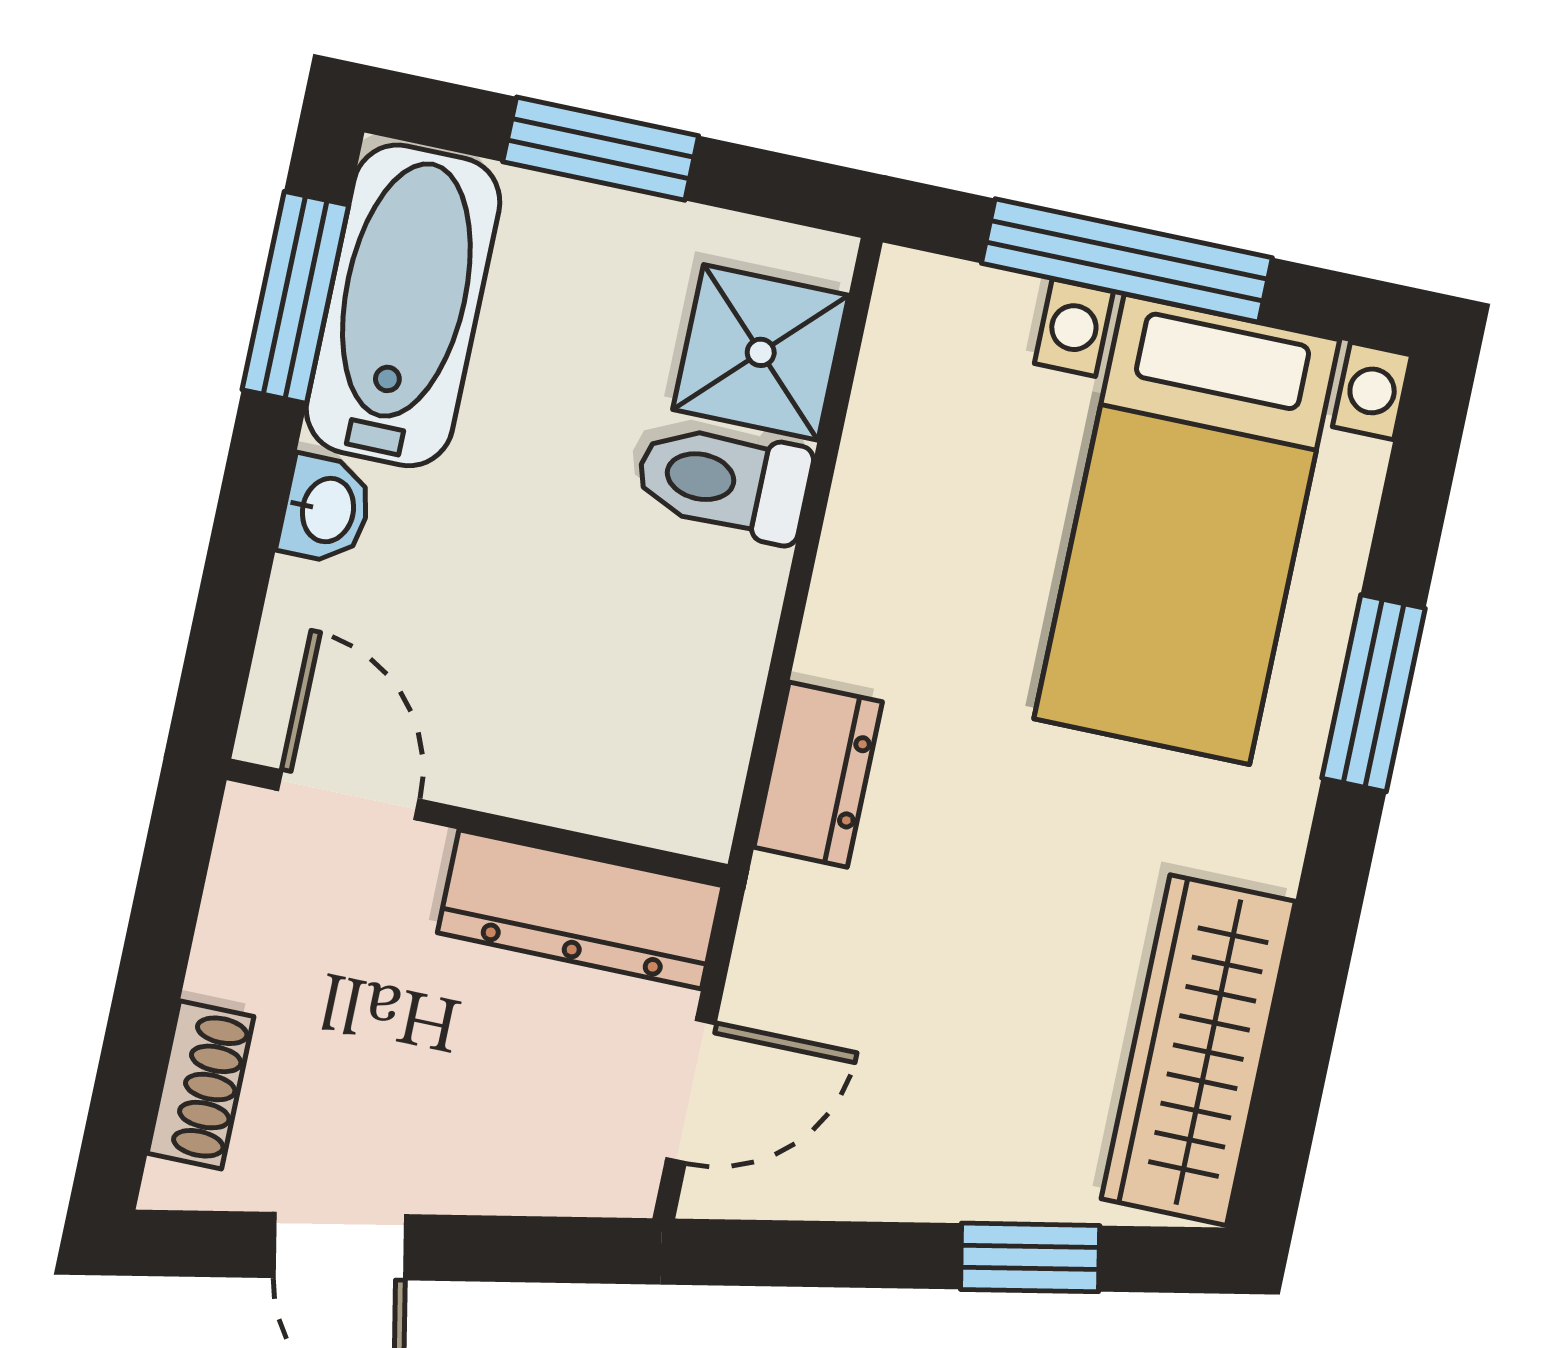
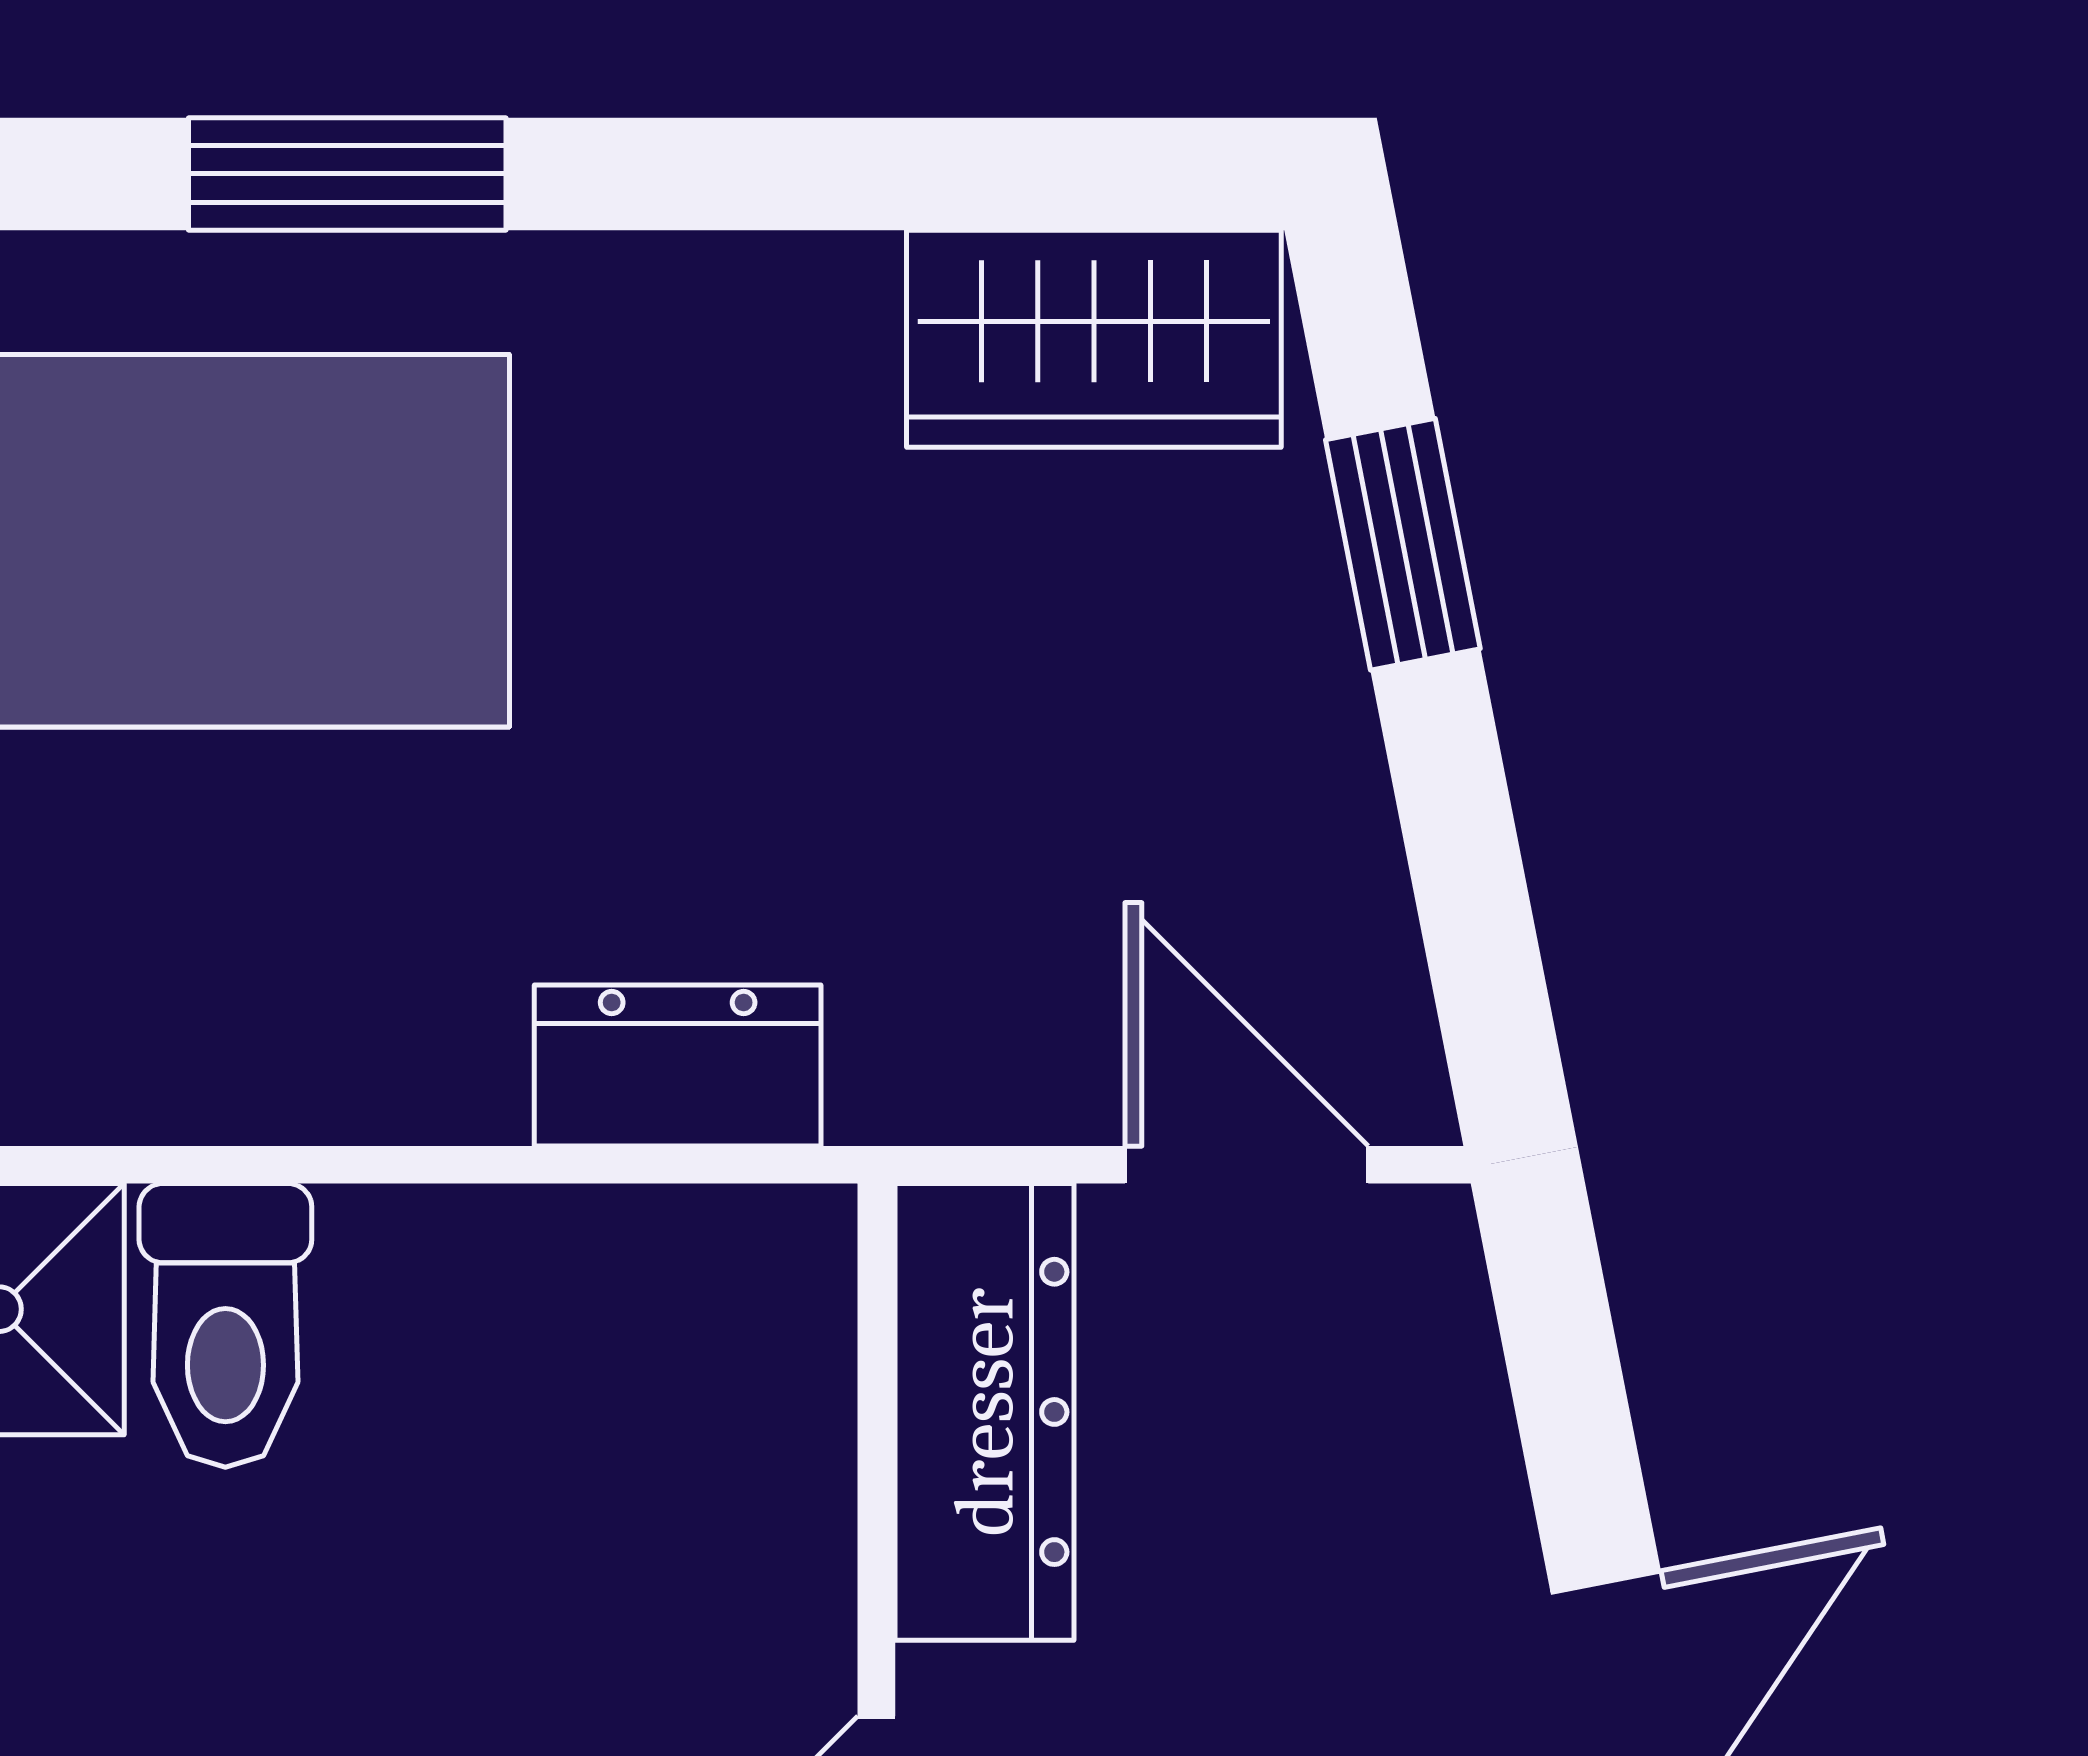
wardrobe: (1198, 1050) -> (1094, 339), width x0.67

